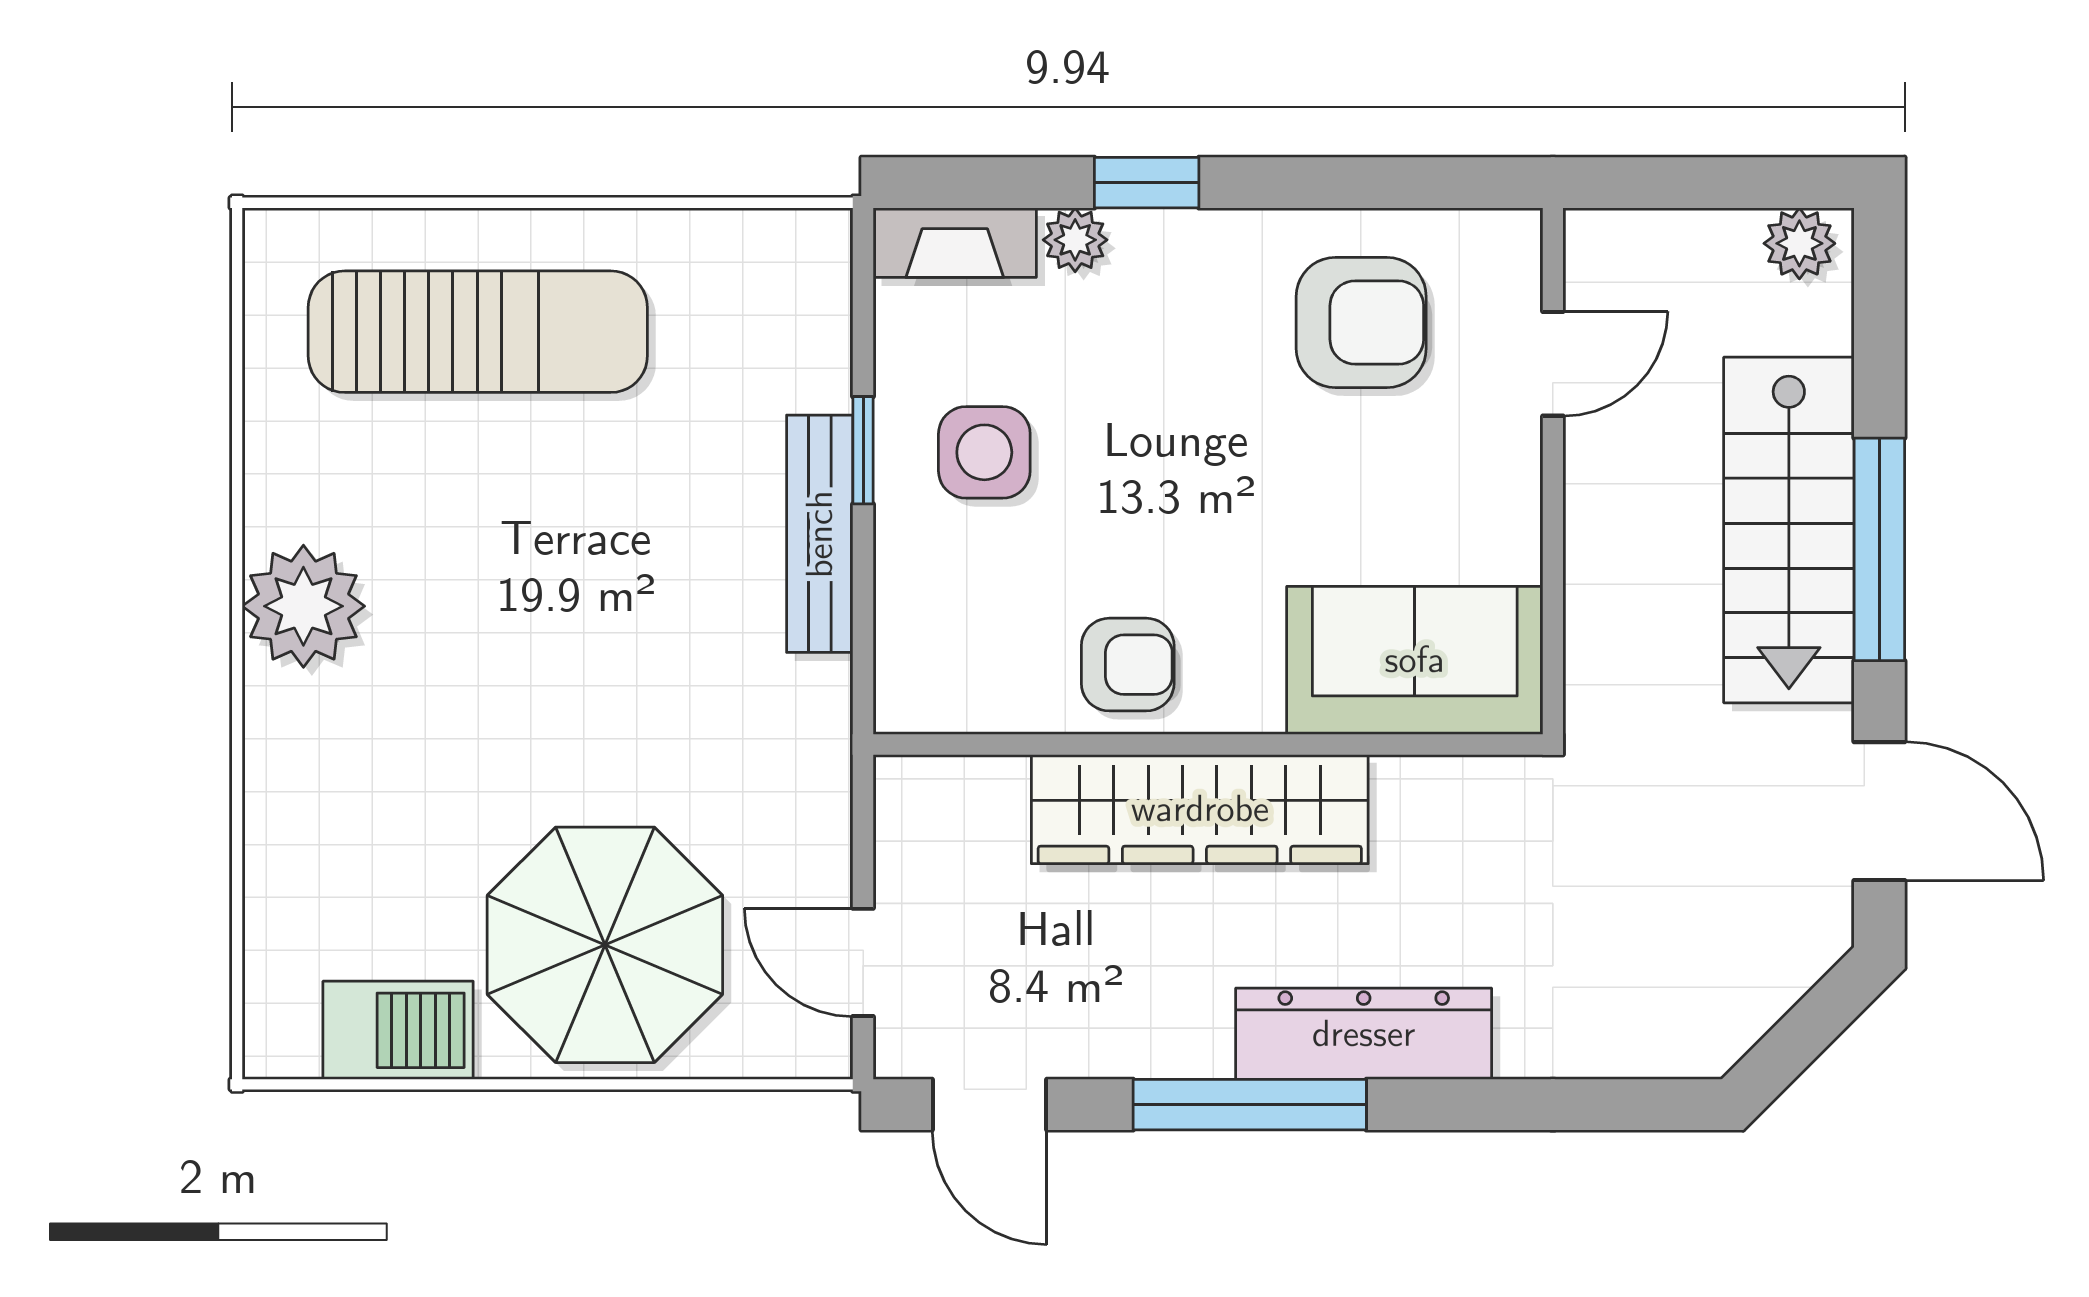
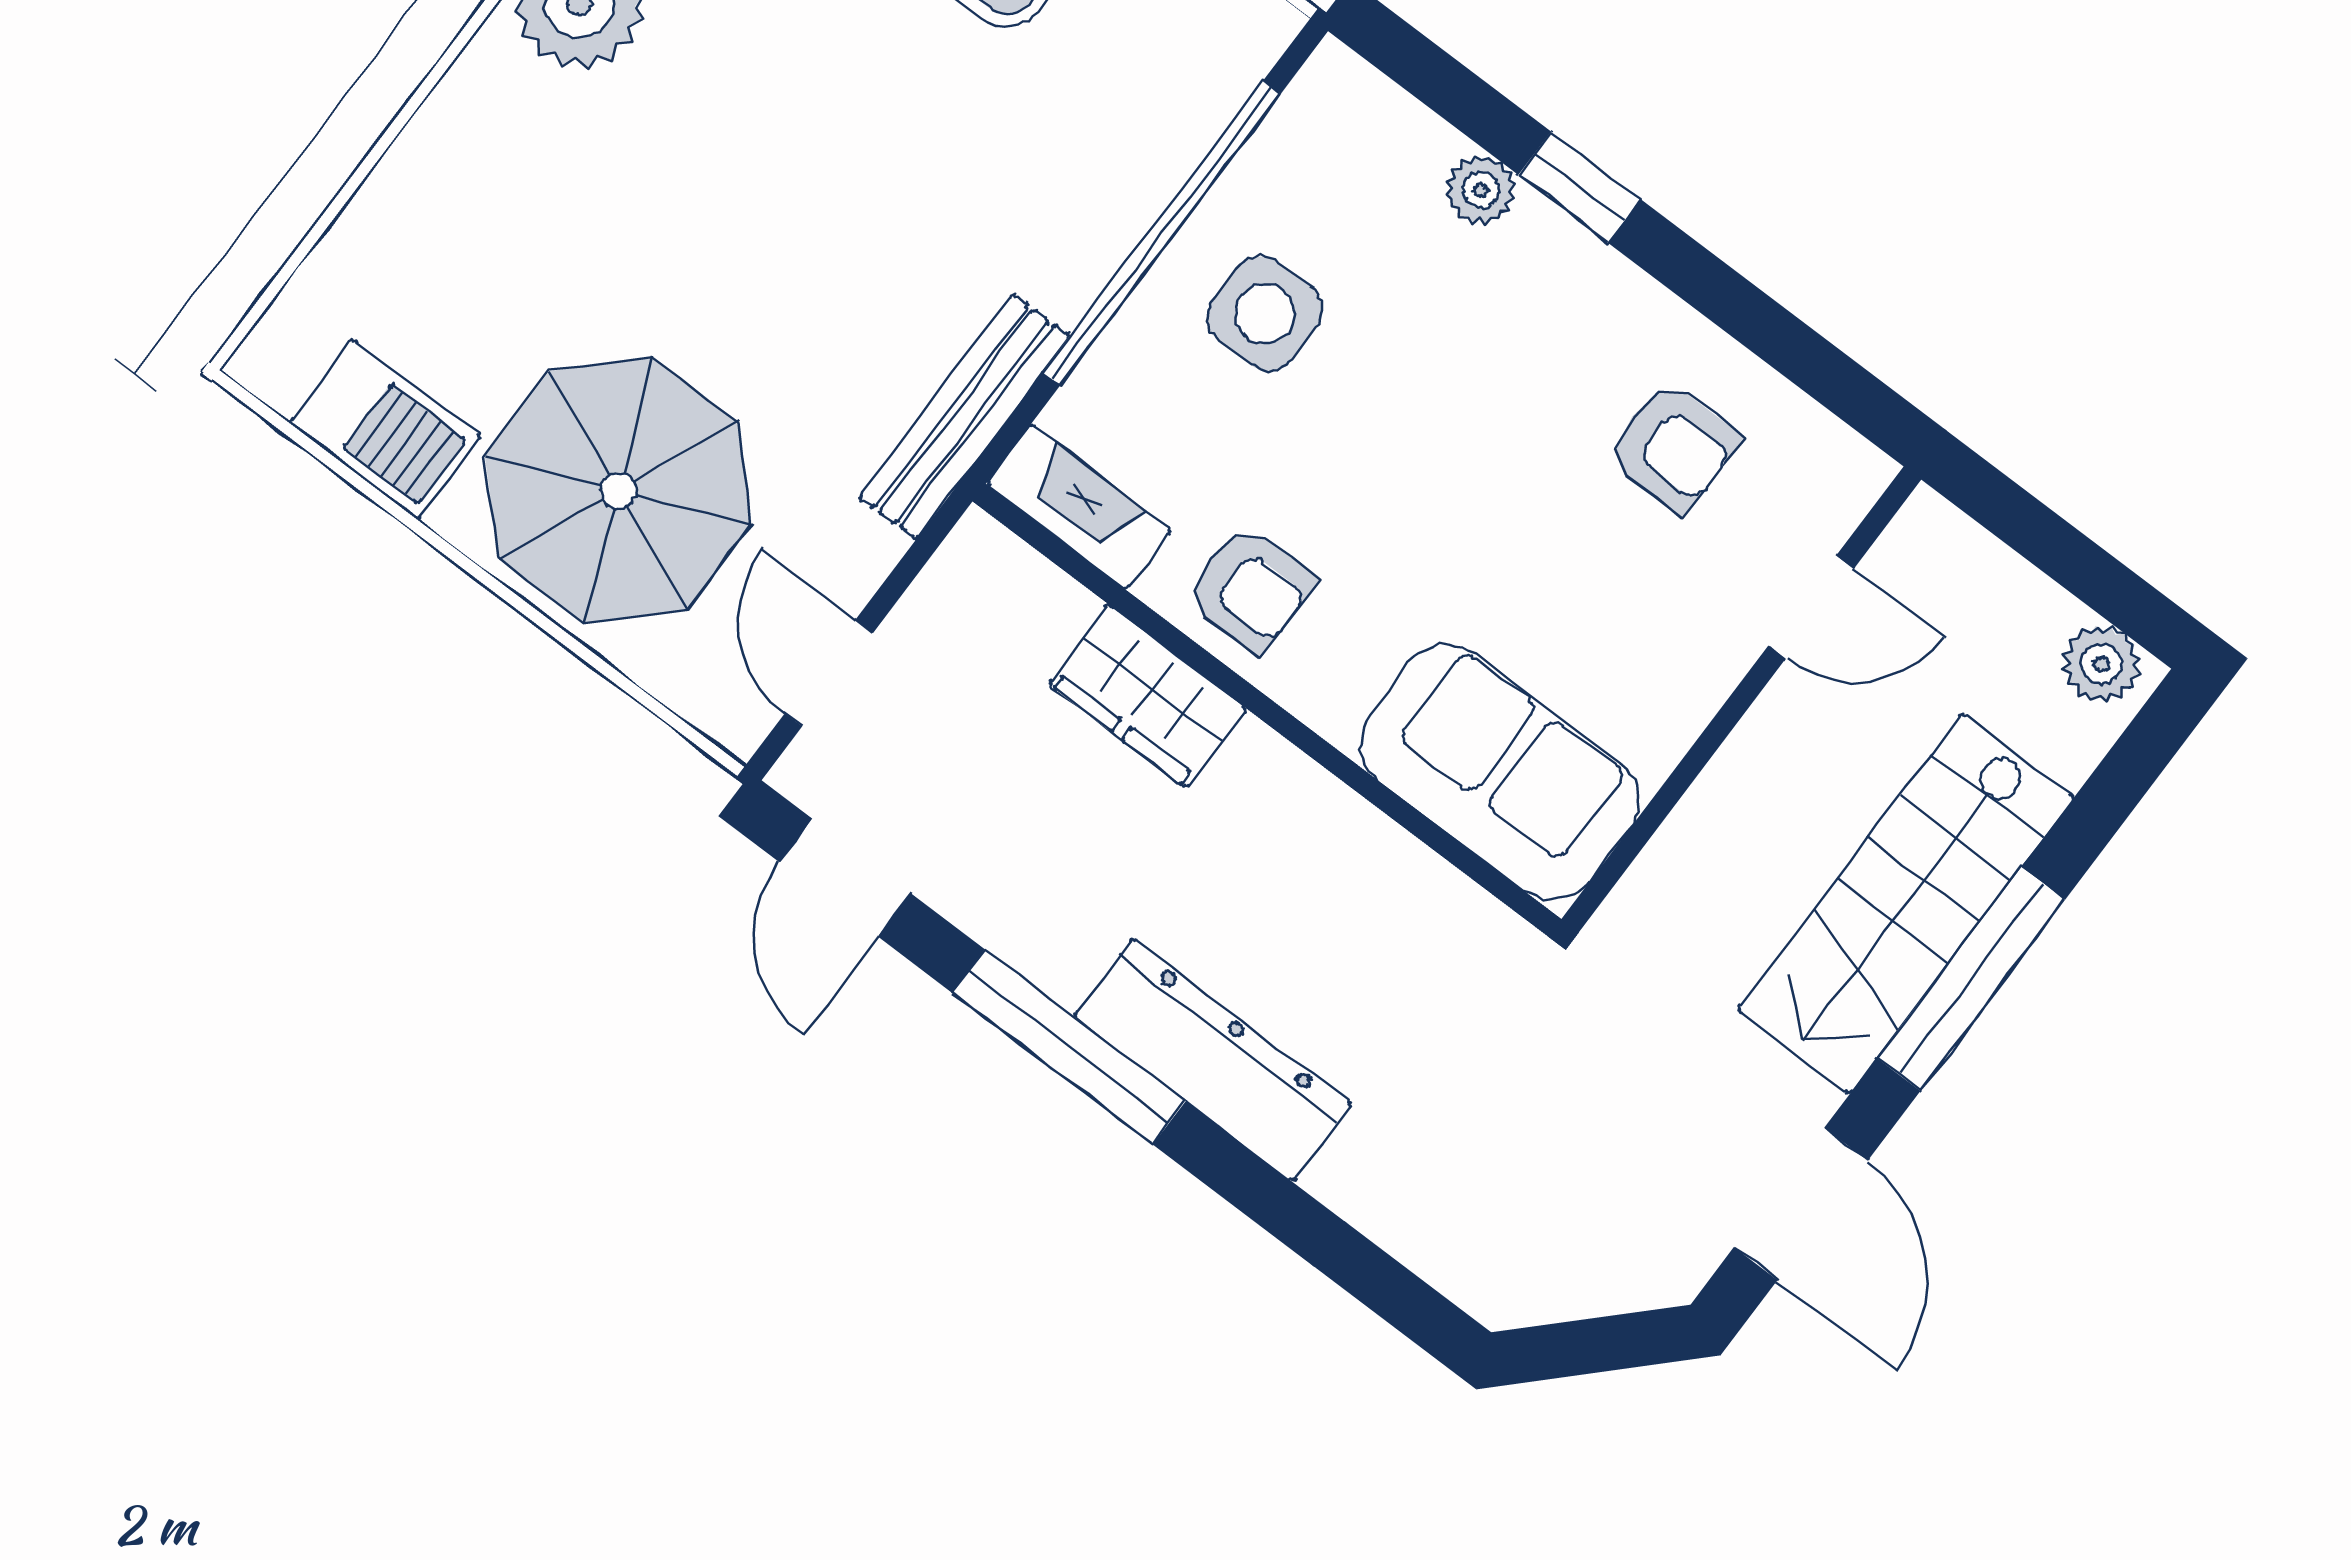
fireplace: (955, 243) -> (1078, 507), moved, turned 180
armchair: (1361, 323) -> (1673, 447), width x0.72, depth x0.72
window: (863, 450) -> (1162, 233), width x3.17
bench: (820, 534) -> (964, 417), moved
wardrobe: (1200, 809) -> (1147, 696), width x0.48, depth x0.85

